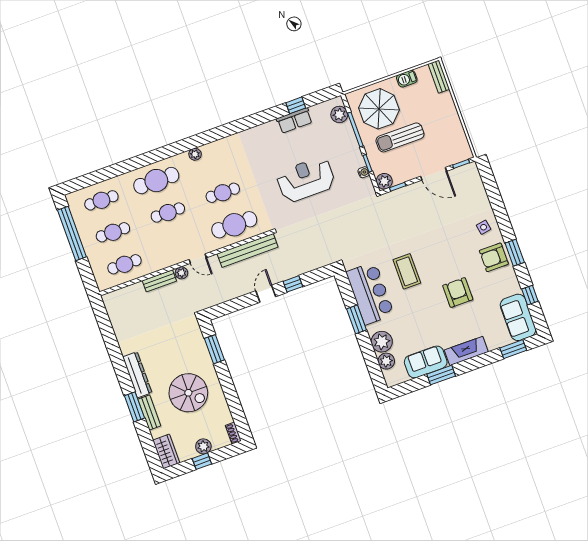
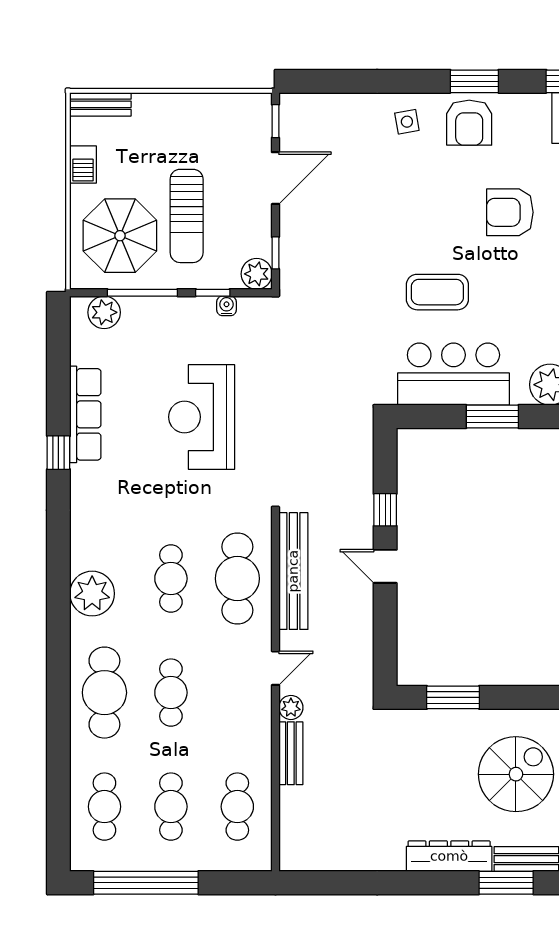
window: (296, 105) -> (58, 453), moved
row of seats: (294, 120) -> (85, 414), width x1.48
plant: (195, 154) -> (92, 594), width x1.87, depth x1.87

